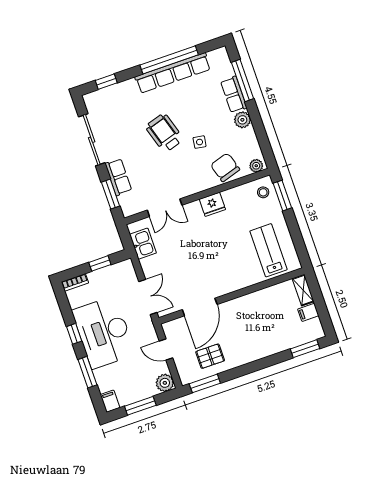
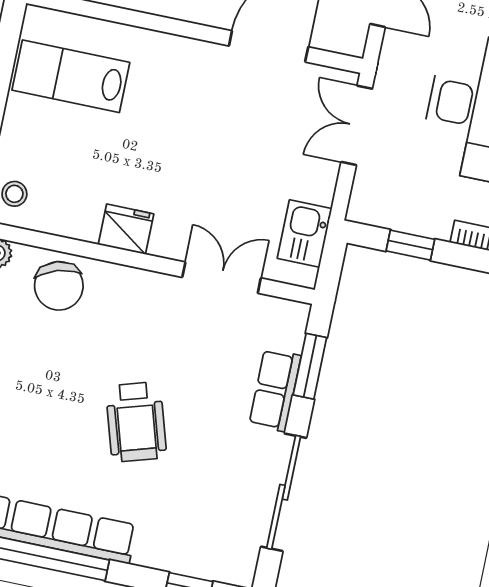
side table: (200, 142) -> (79, 364), removed
lab bench: (269, 250) -> (71, 76), turned 90

